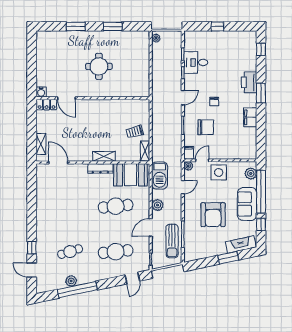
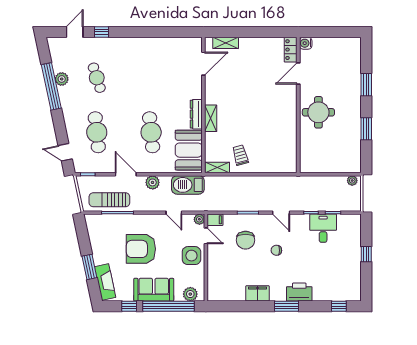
water cooler: (41, 92) -> (306, 43), moved
door: (66, 98) -> (298, 73), moved
wall: (93, 98) -> (298, 105), moved
locker: (47, 105) -> (291, 50), moved

